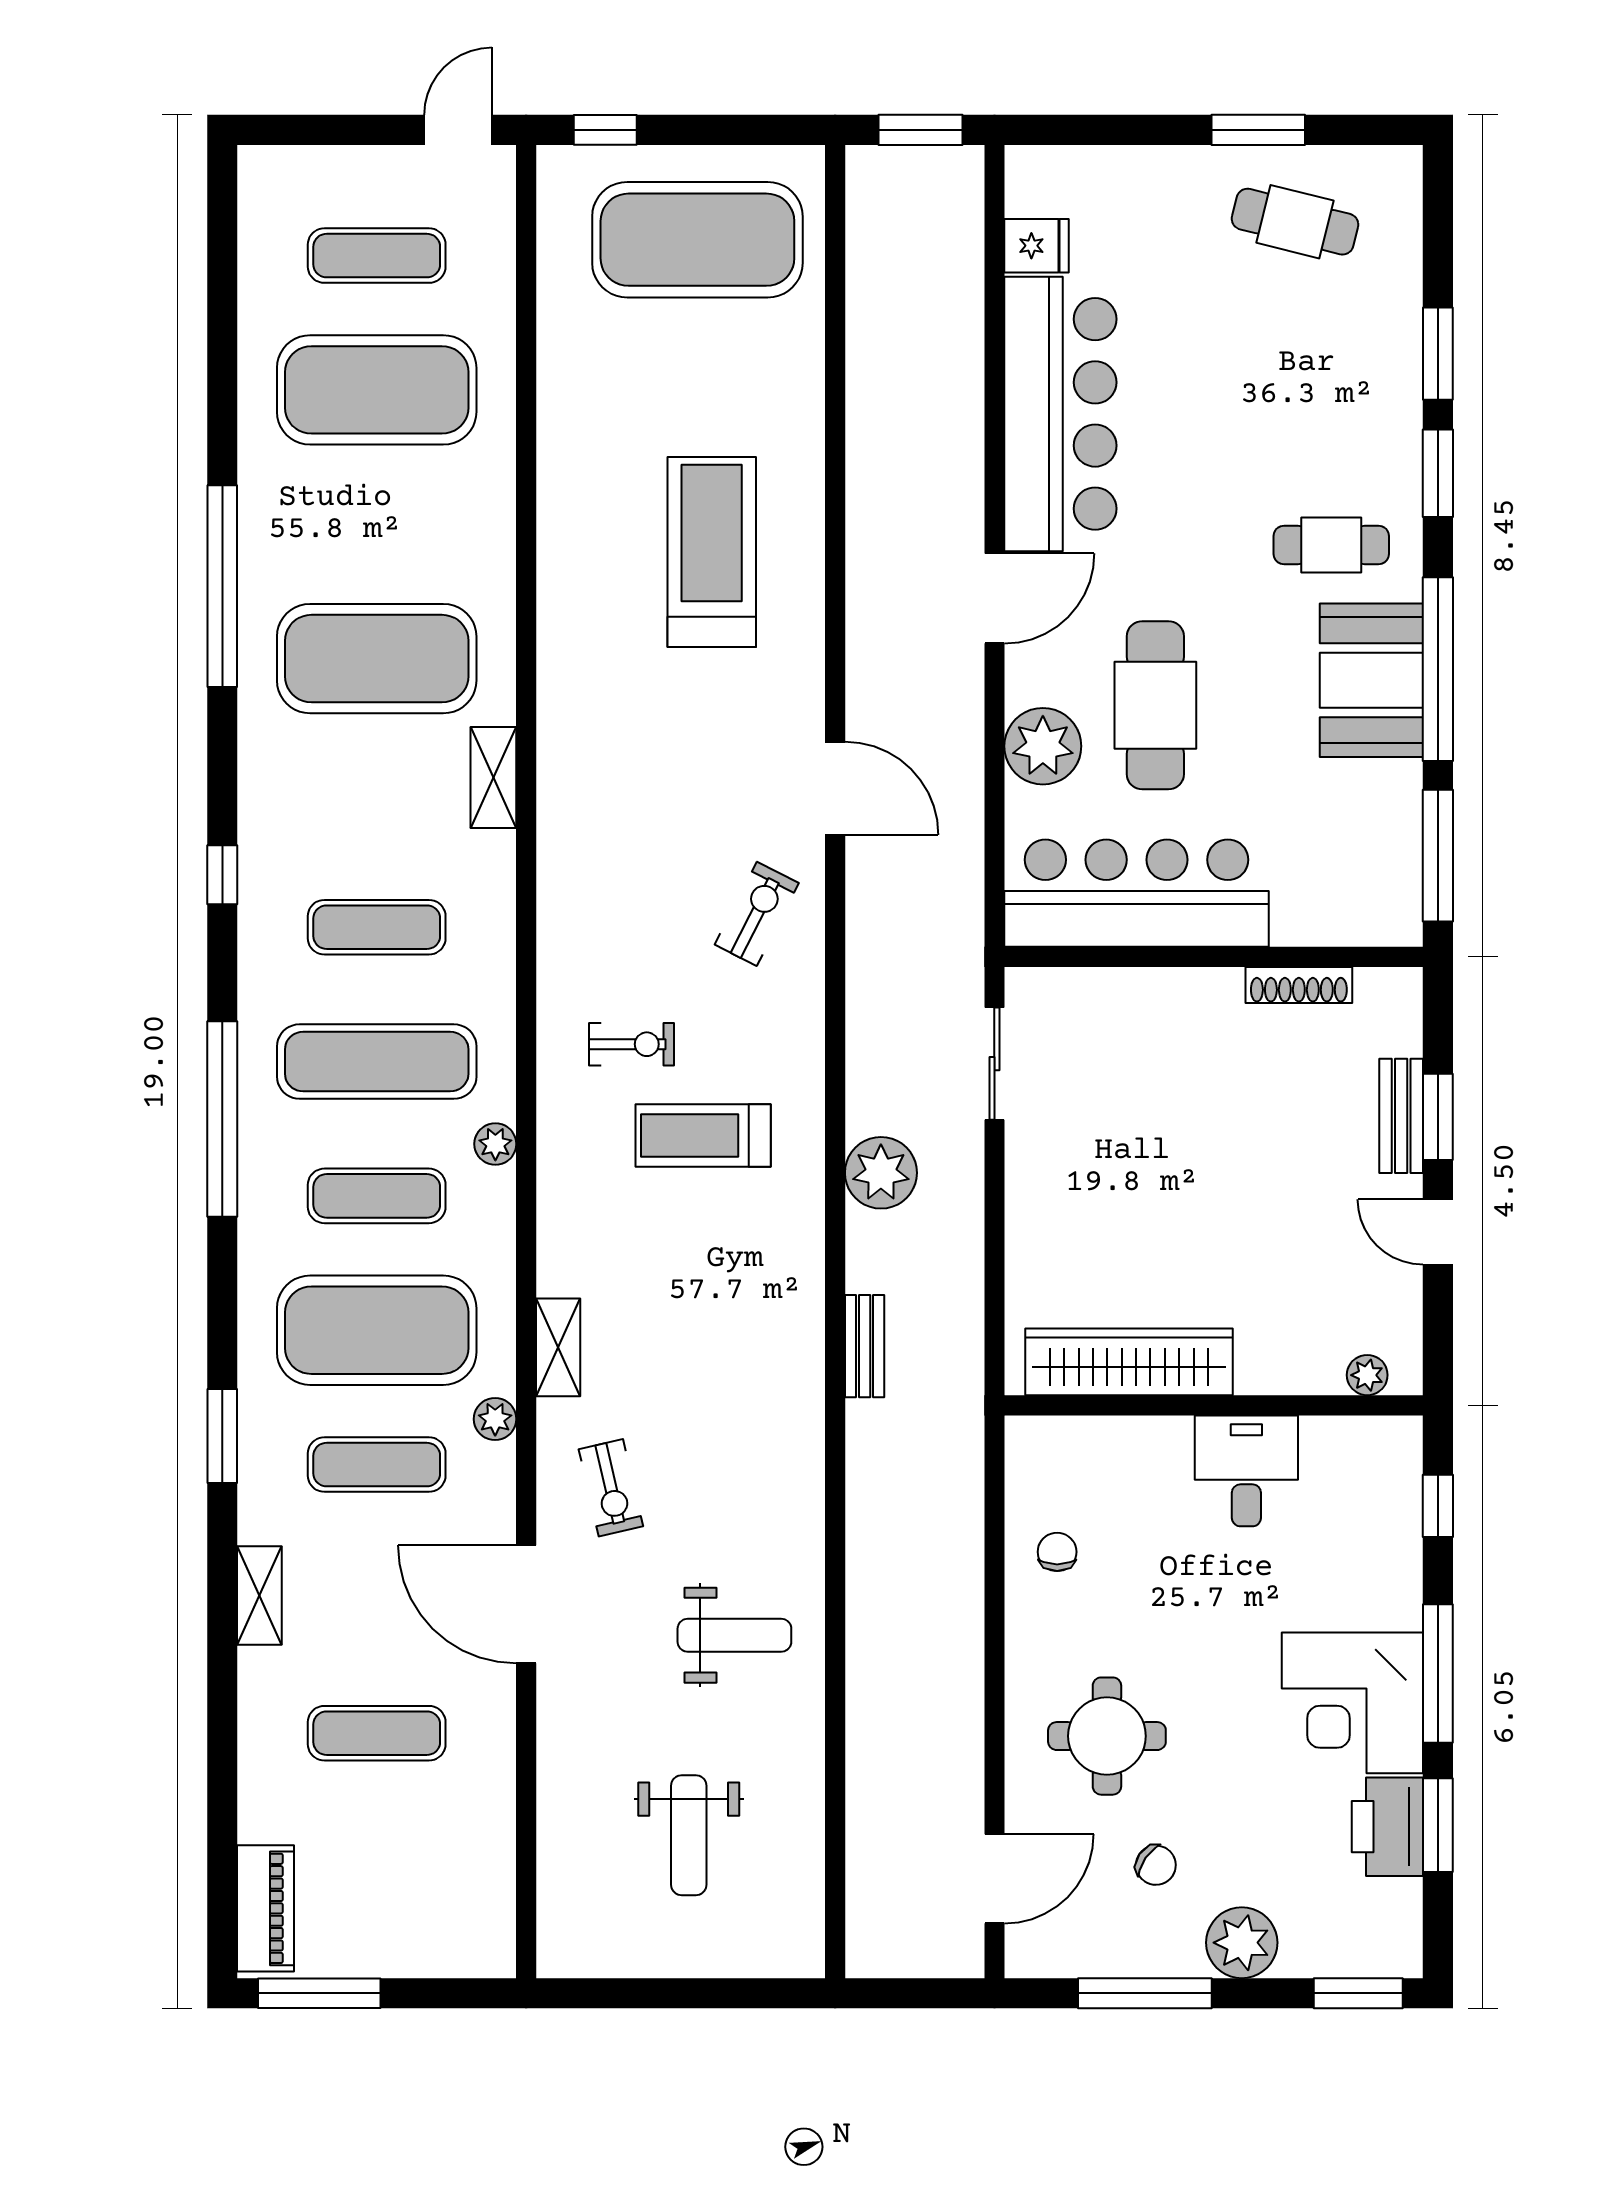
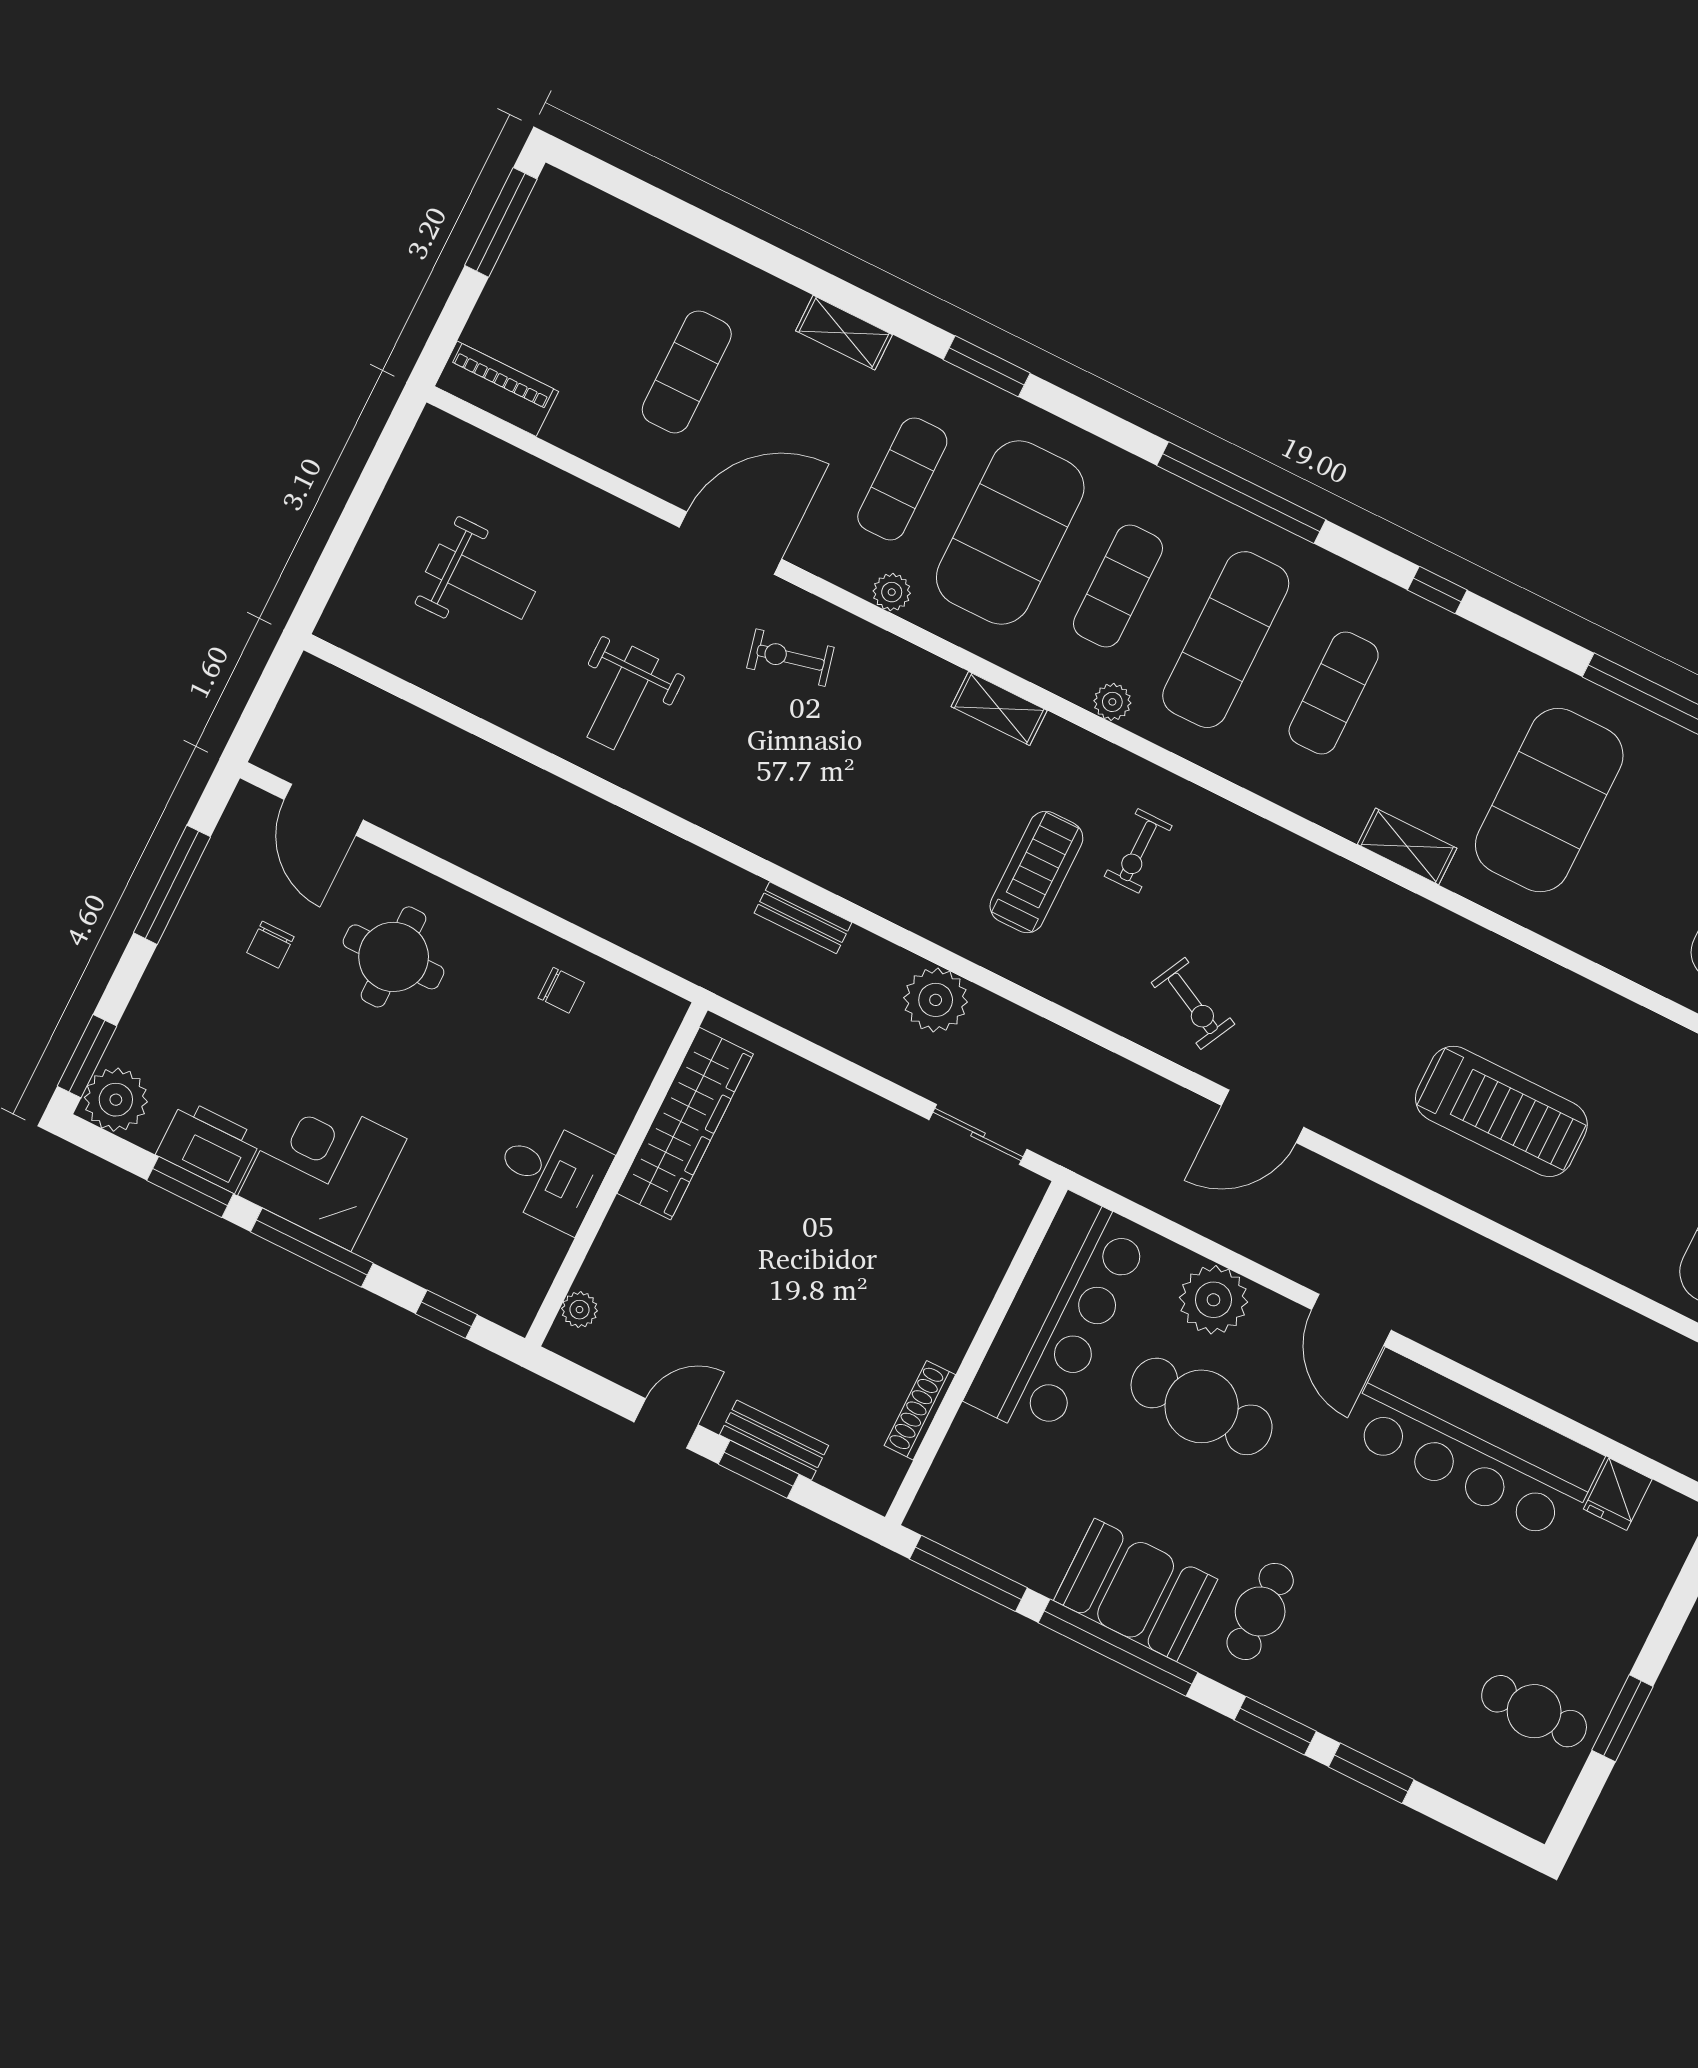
cafe table: (1295, 222) -> (1534, 1711), turned 76
shelving: (558, 1347) -> (999, 709), moved
weight bench: (689, 1835) -> (481, 582), turned 180
chair: (1156, 1865) -> (270, 945), turned -35
piano: (266, 1908) -> (497, 389), moved, turned 180
plant: (1242, 1943) -> (116, 1100), moved

